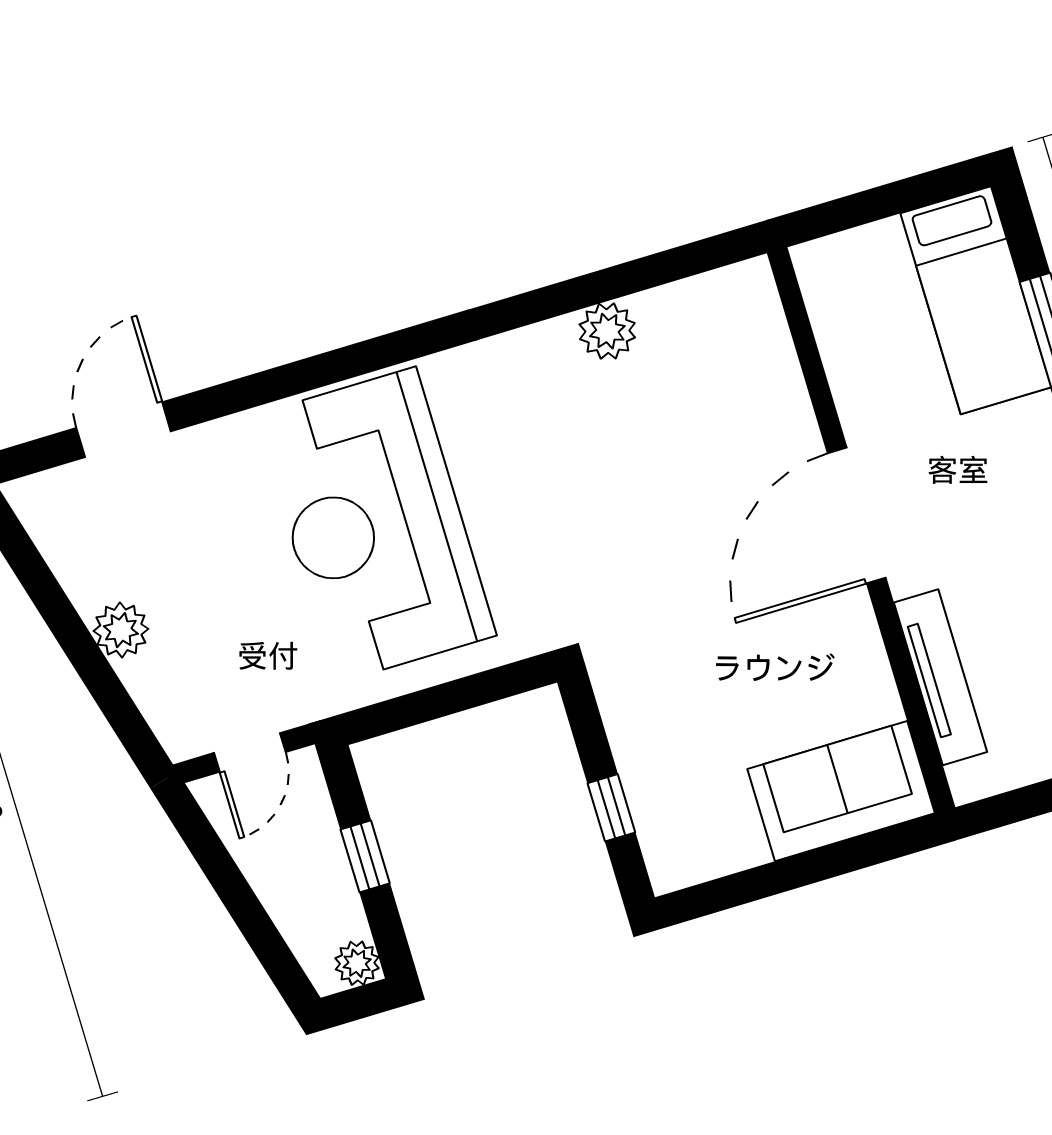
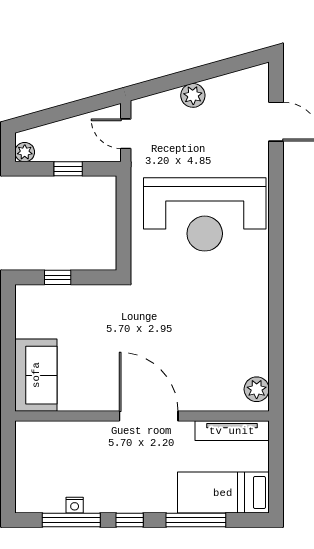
plant: (607, 331) -> (257, 389), moved
reception desk: (375, 525) -> (205, 214), turned 180
tv unit: (940, 677) -> (232, 431), moved

